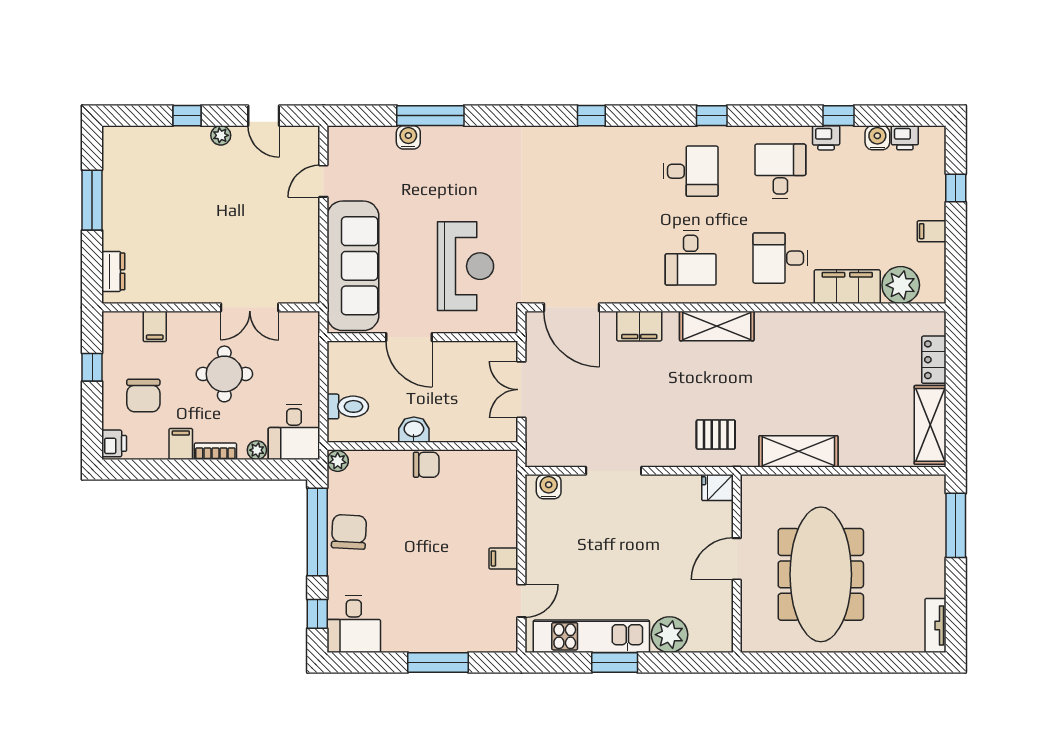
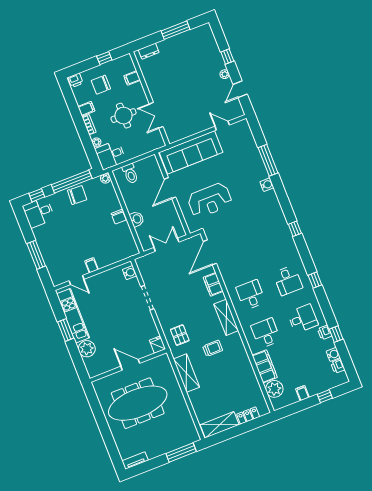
water cooler: (408, 137) -> (267, 185), moved
desk: (691, 258) -> (251, 295), turned 90
trolley: (769, 378) -> (213, 348), added
washbasin: (414, 430) -> (137, 219), moved

